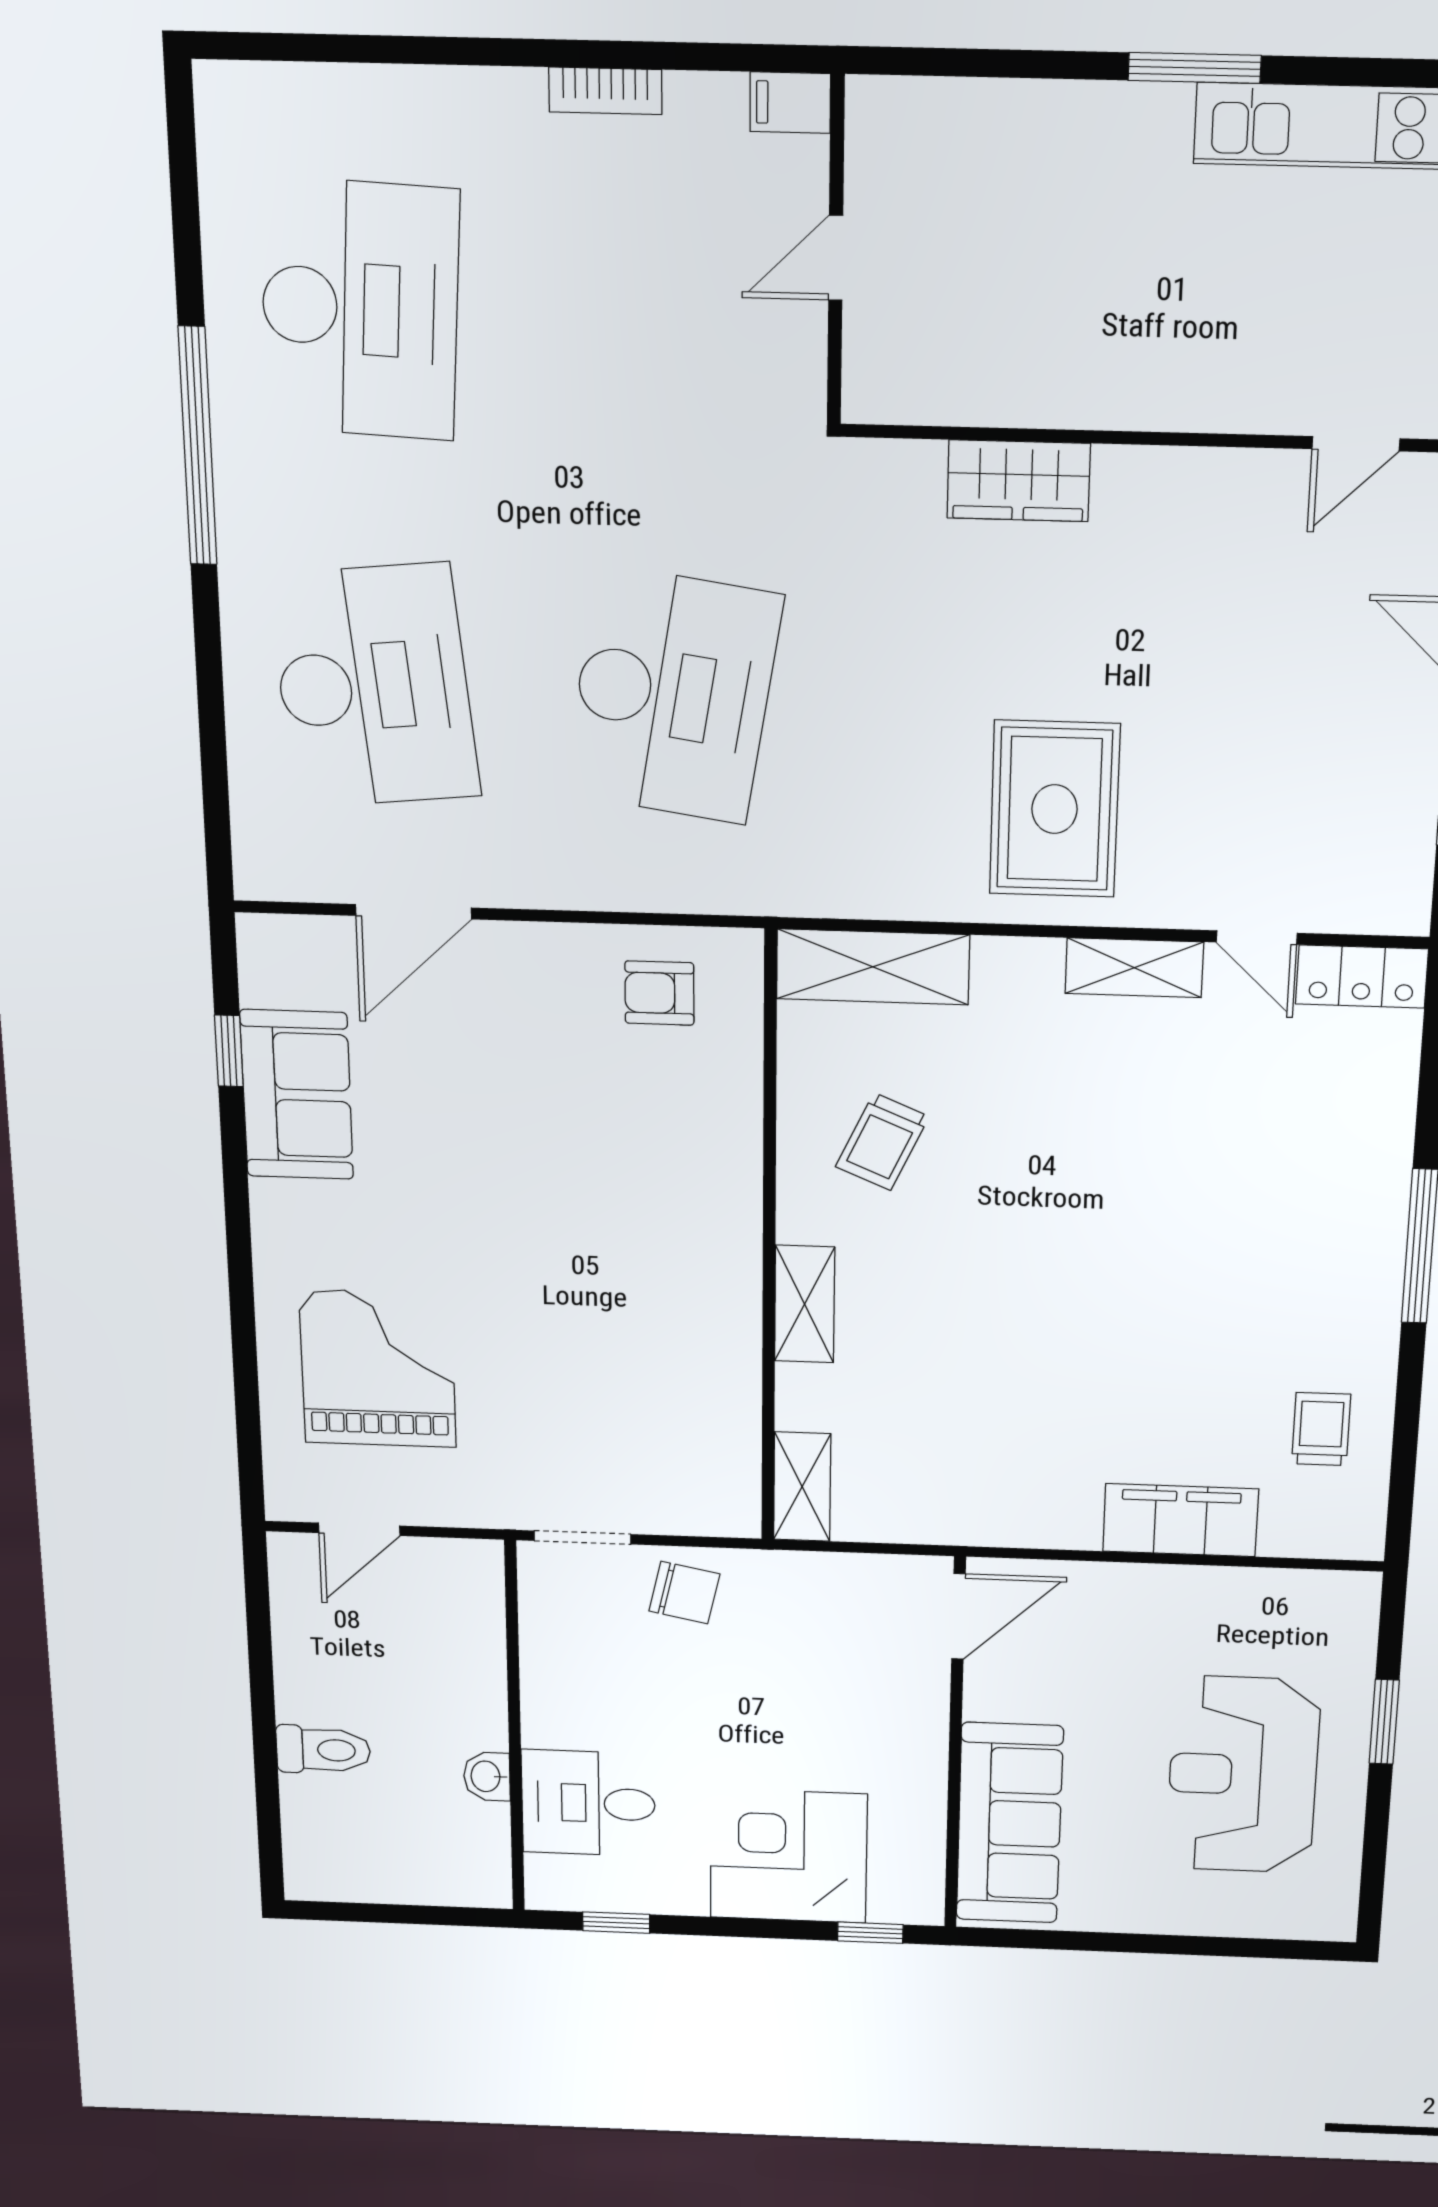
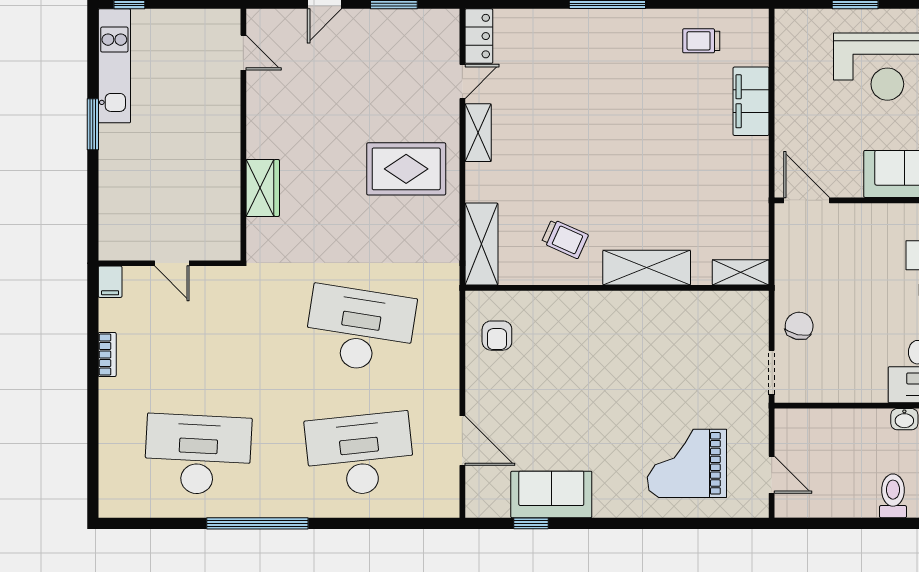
shelving: (805, 1304) -> (647, 268), width x1.50, depth x1.33

